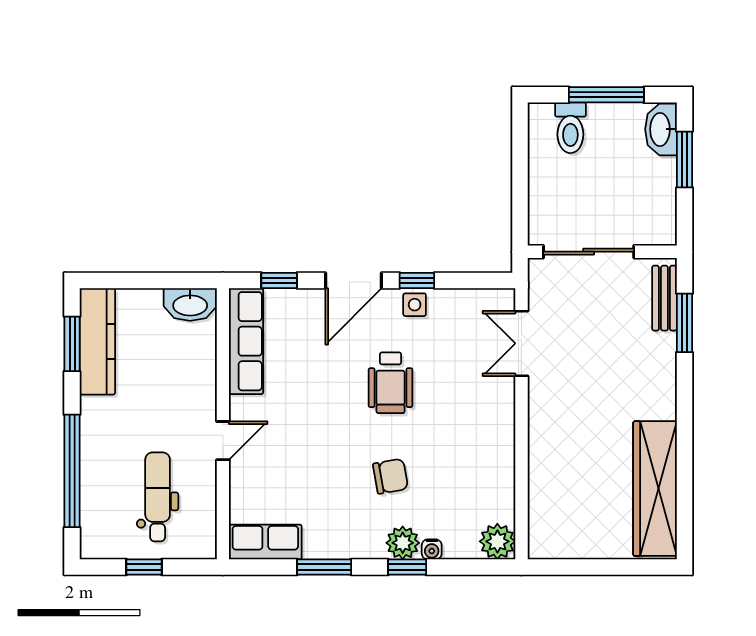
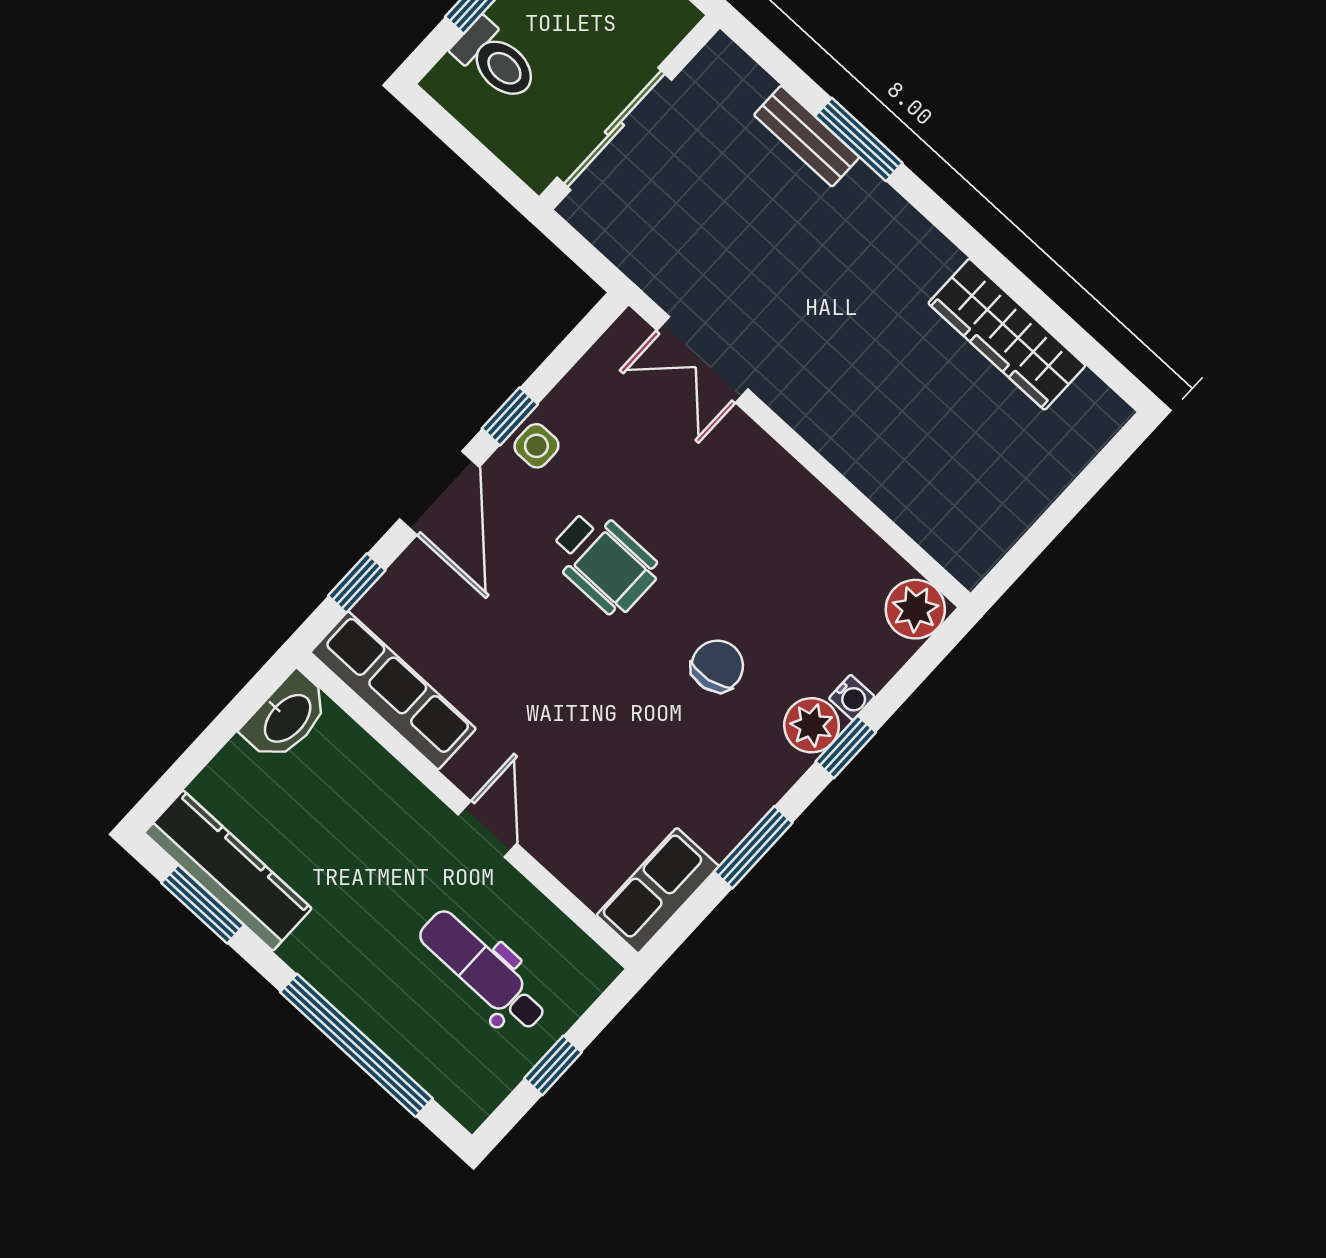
sliding door: (589, 252) -> (614, 129), moved
wall: (602, 252) -> (629, 112), moved
wardrobe: (655, 489) -> (1007, 334), width x0.71, depth x0.85

